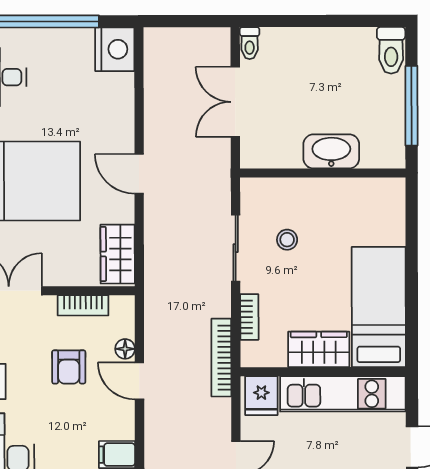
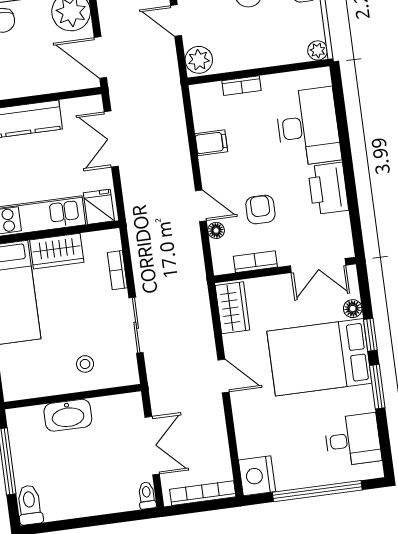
stool: (287, 240) -> (85, 364), moved
bookcase: (221, 358) -> (203, 493), moved, turned -90

